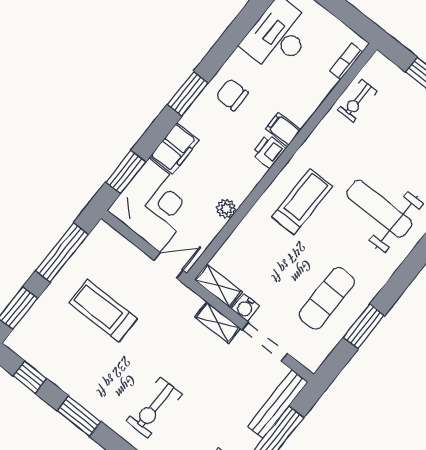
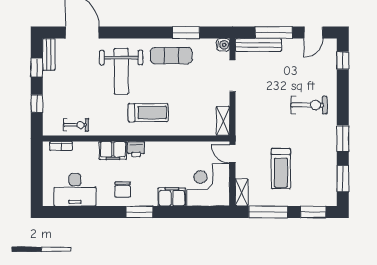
filing cabinet: (283, 129) -> (113, 151), width x2.00
window: (126, 172) -> (203, 212), removed
treadmill: (302, 202) -> (148, 113), turned 180
plant: (226, 209) -> (182, 148), removed
exercise mat: (327, 298) -> (171, 56), moved
water cooler: (246, 308) -> (223, 45), moved
shelving: (218, 323) -> (242, 192), moved
window: (30, 377) -> (343, 179), width x1.50

